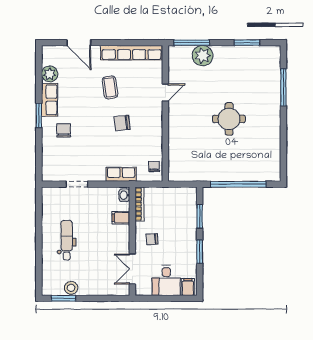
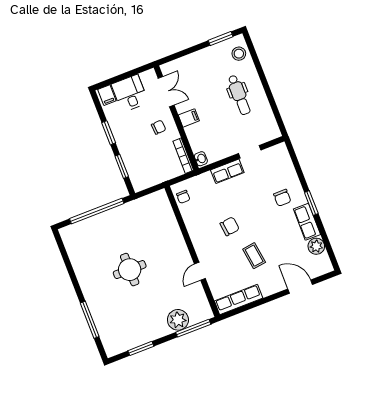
row of seats: (132, 53) -> (239, 300), width x0.73
row of seats: (121, 174) -> (227, 171), moved
filing cabinet: (121, 218) -> (189, 118), moved
stool: (71, 288) -> (239, 54), moved

